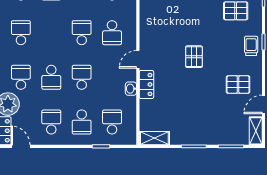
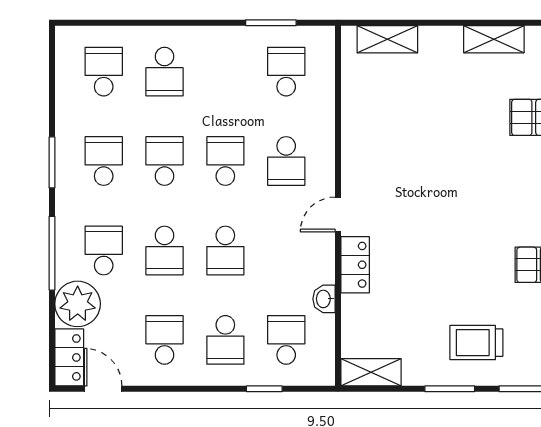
school desk: (51, 33) -> (165, 161), added
pallet: (194, 57) -> (450, 209), removed
school desk: (82, 77) -> (225, 250), turned 180
washbasin: (131, 89) -> (324, 299), moved
trolley: (207, 123) -> (476, 343), added

